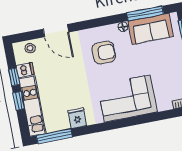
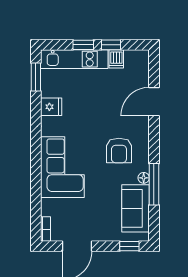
window: (145, 13) -> (154, 184), moved
stool: (30, 48) -> (140, 69), removed
window: (54, 136) -> (36, 77), width x0.69

